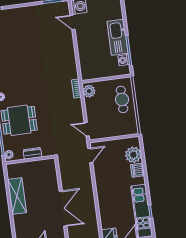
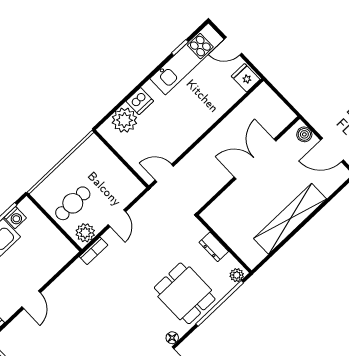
door: (72, 22) -> (31, 300), moved
cafe table: (122, 99) -> (73, 203), moved
door: (87, 129) -> (117, 218), moved
shelving: (17, 196) -> (290, 219), width x1.47

